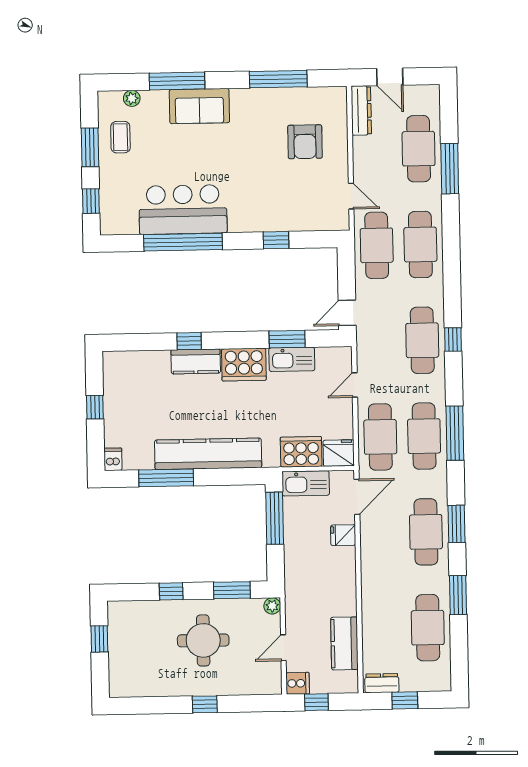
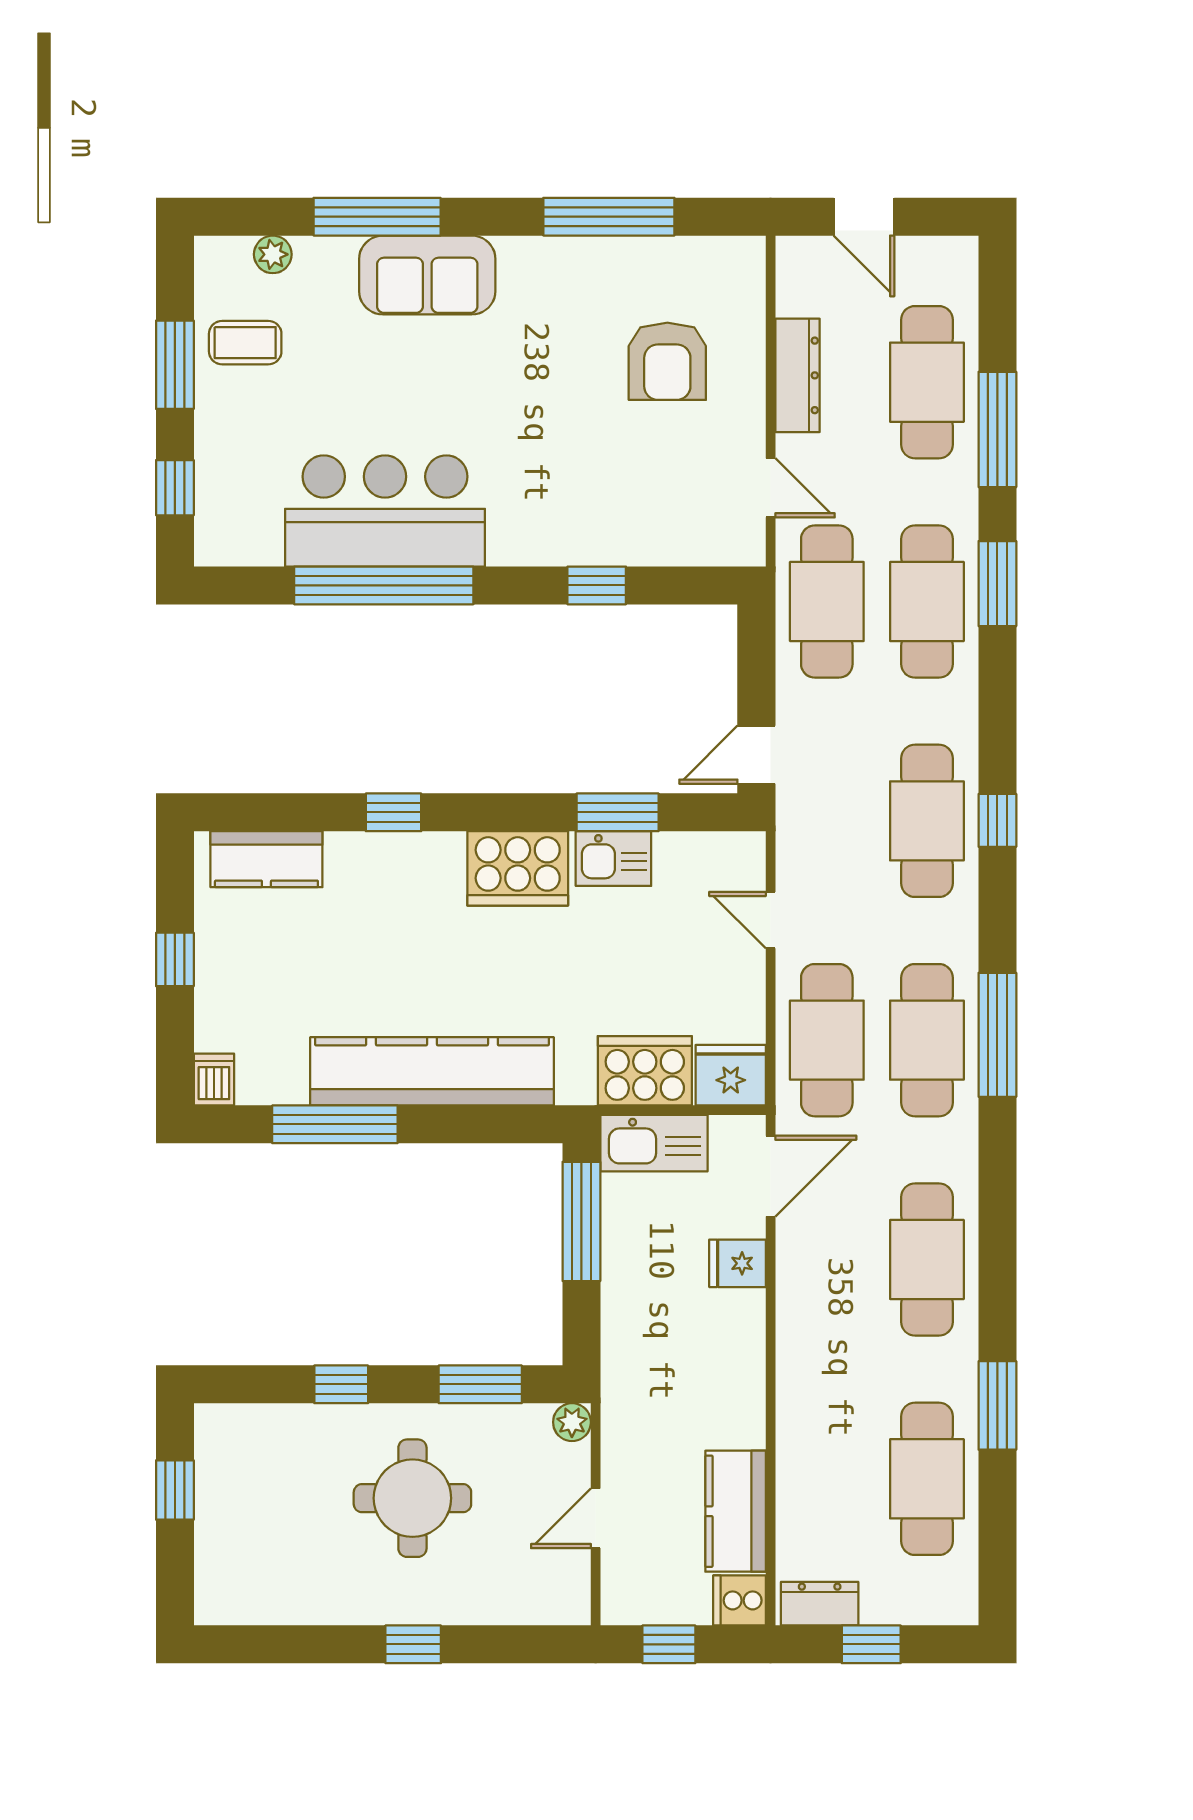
dresser: (361, 111) -> (797, 375), moved
coffee table: (120, 137) -> (245, 343), turned 90
kitchen sink: (292, 359) -> (613, 859), width x0.73
kitchen counter: (196, 361) -> (266, 859), moved
door: (355, 385) -> (771, 920), hinge flipped
window: (457, 524) -> (997, 584), moved
cooker: (298, 683) -> (739, 1600), moved, turned 180

